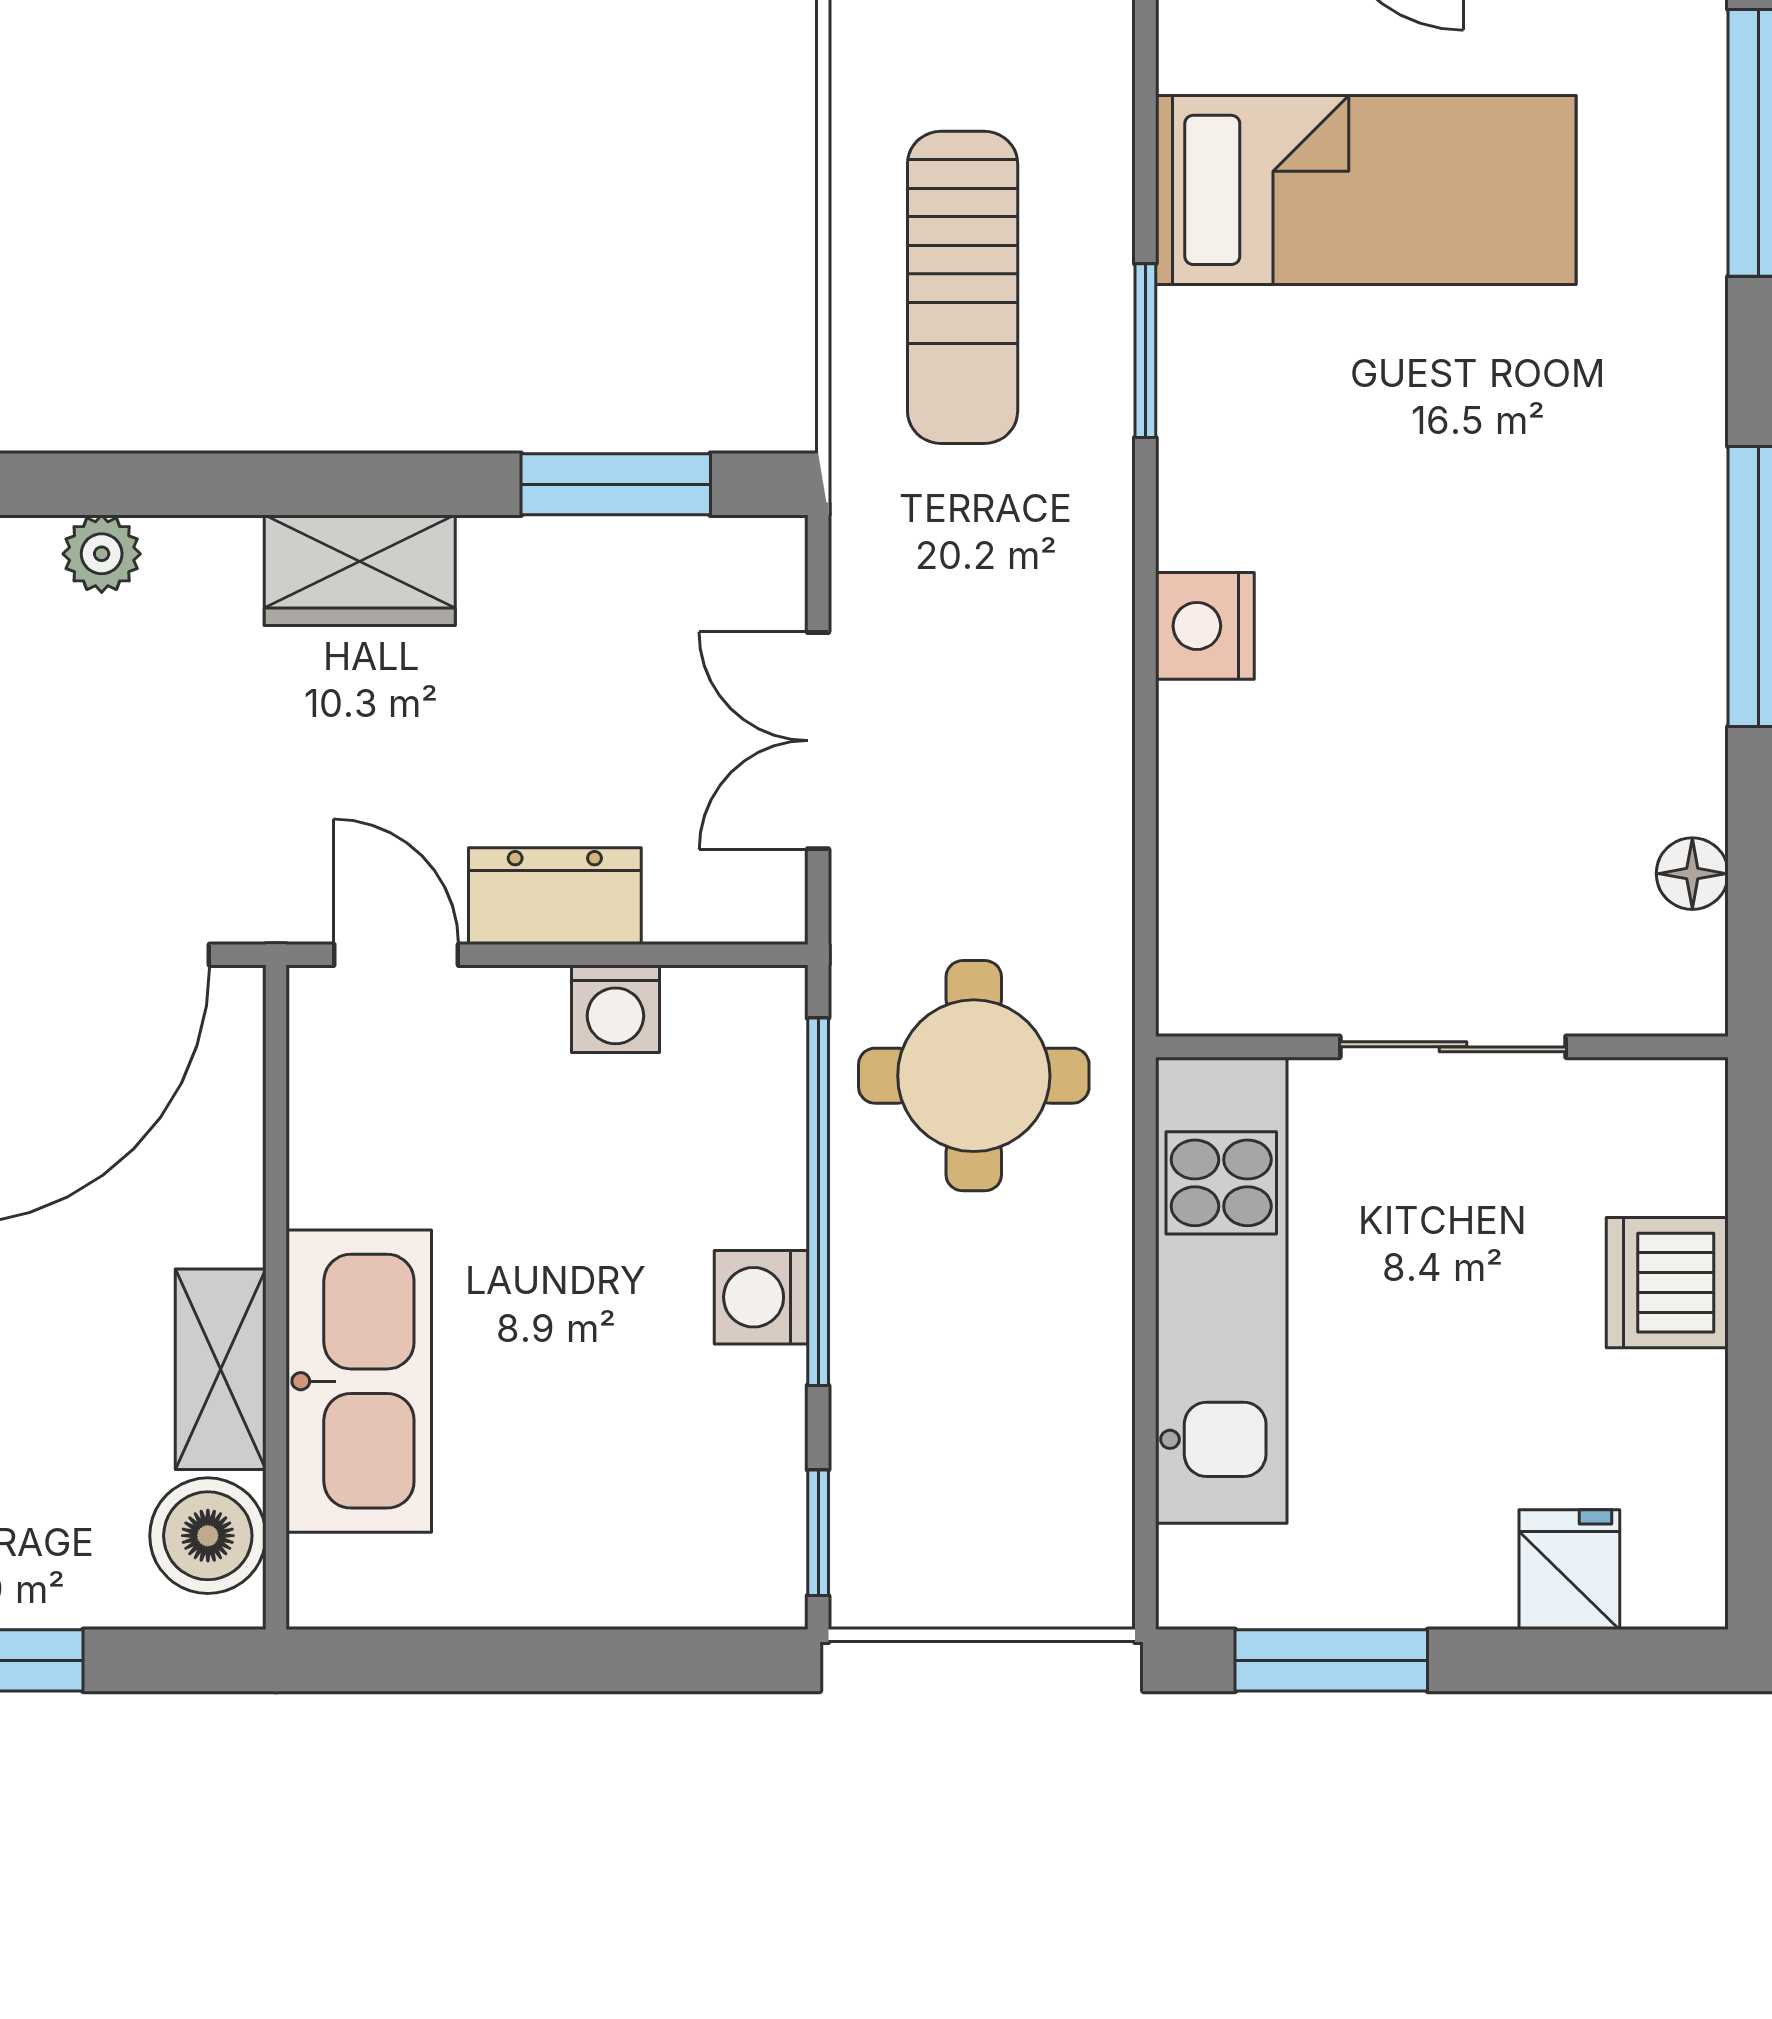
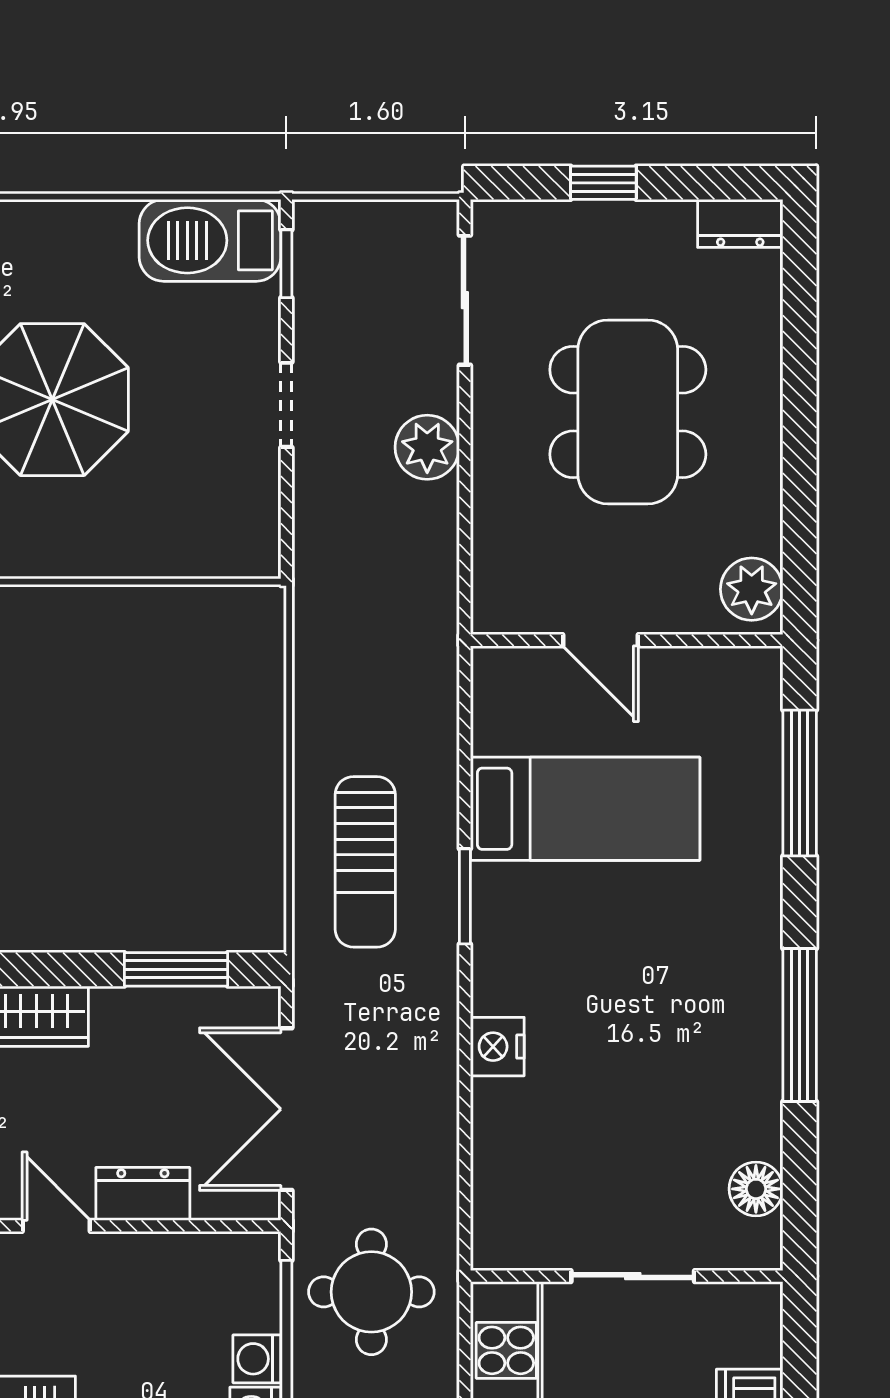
double door: (818, 741) -> (286, 1109), width x1.37
floor lamp: (1692, 874) -> (756, 1189), width x1.37, depth x1.37
washing machine: (615, 1009) -> (257, 1359), moved, turned 90

